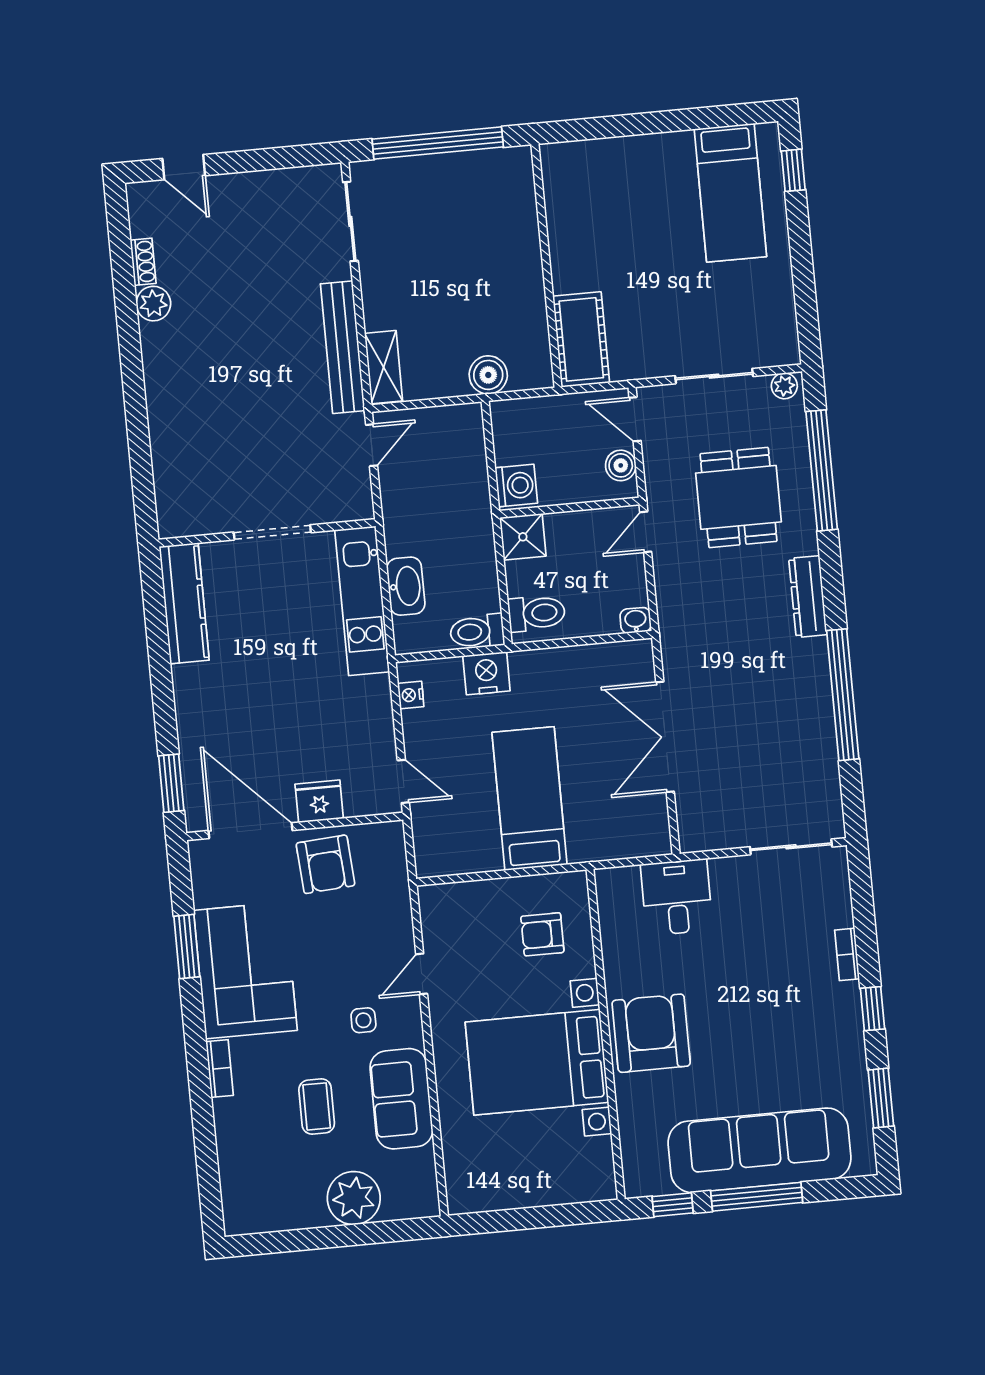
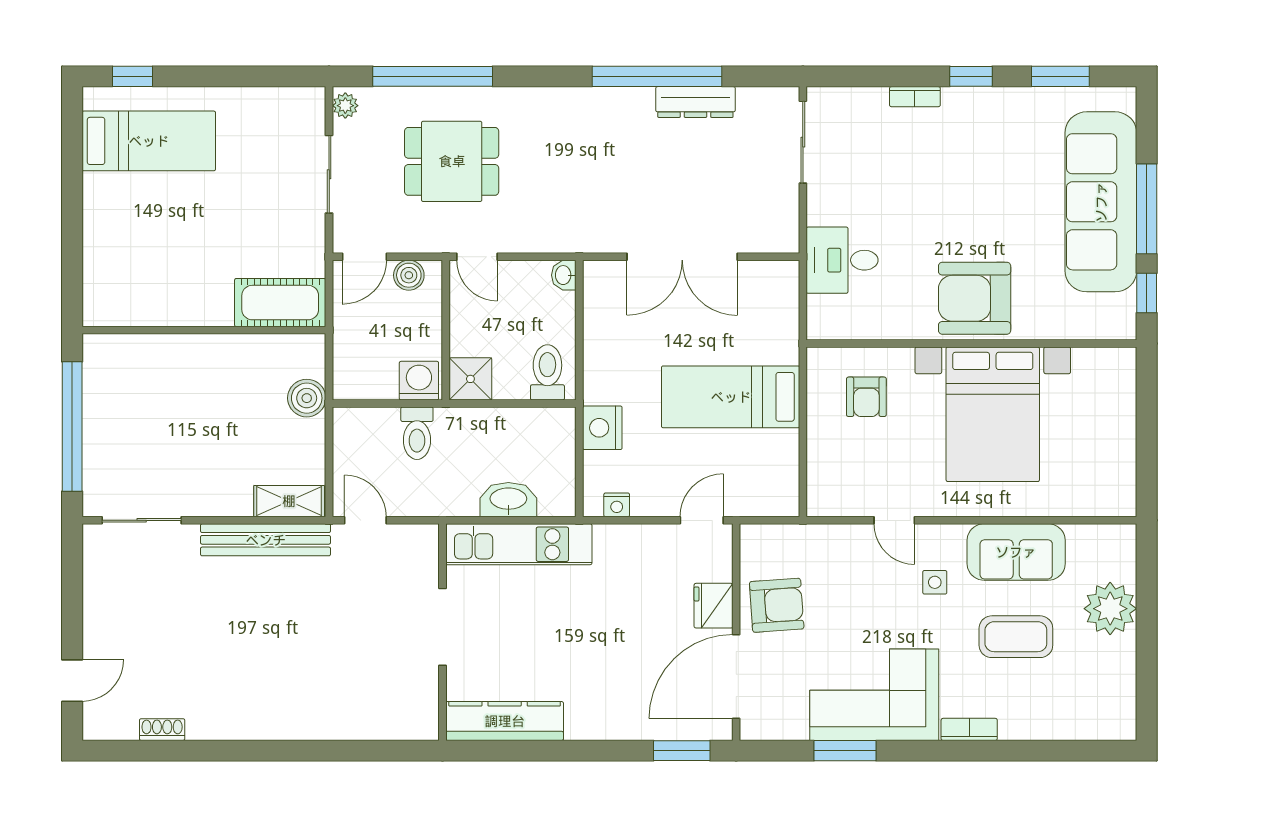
plant: (153, 304) -> (205, 723), removed
dresser: (808, 597) -> (695, 102), moved
toilet: (477, 631) -> (417, 433), moved
coffee table: (317, 1106) -> (1016, 637), width x1.36, depth x1.30

